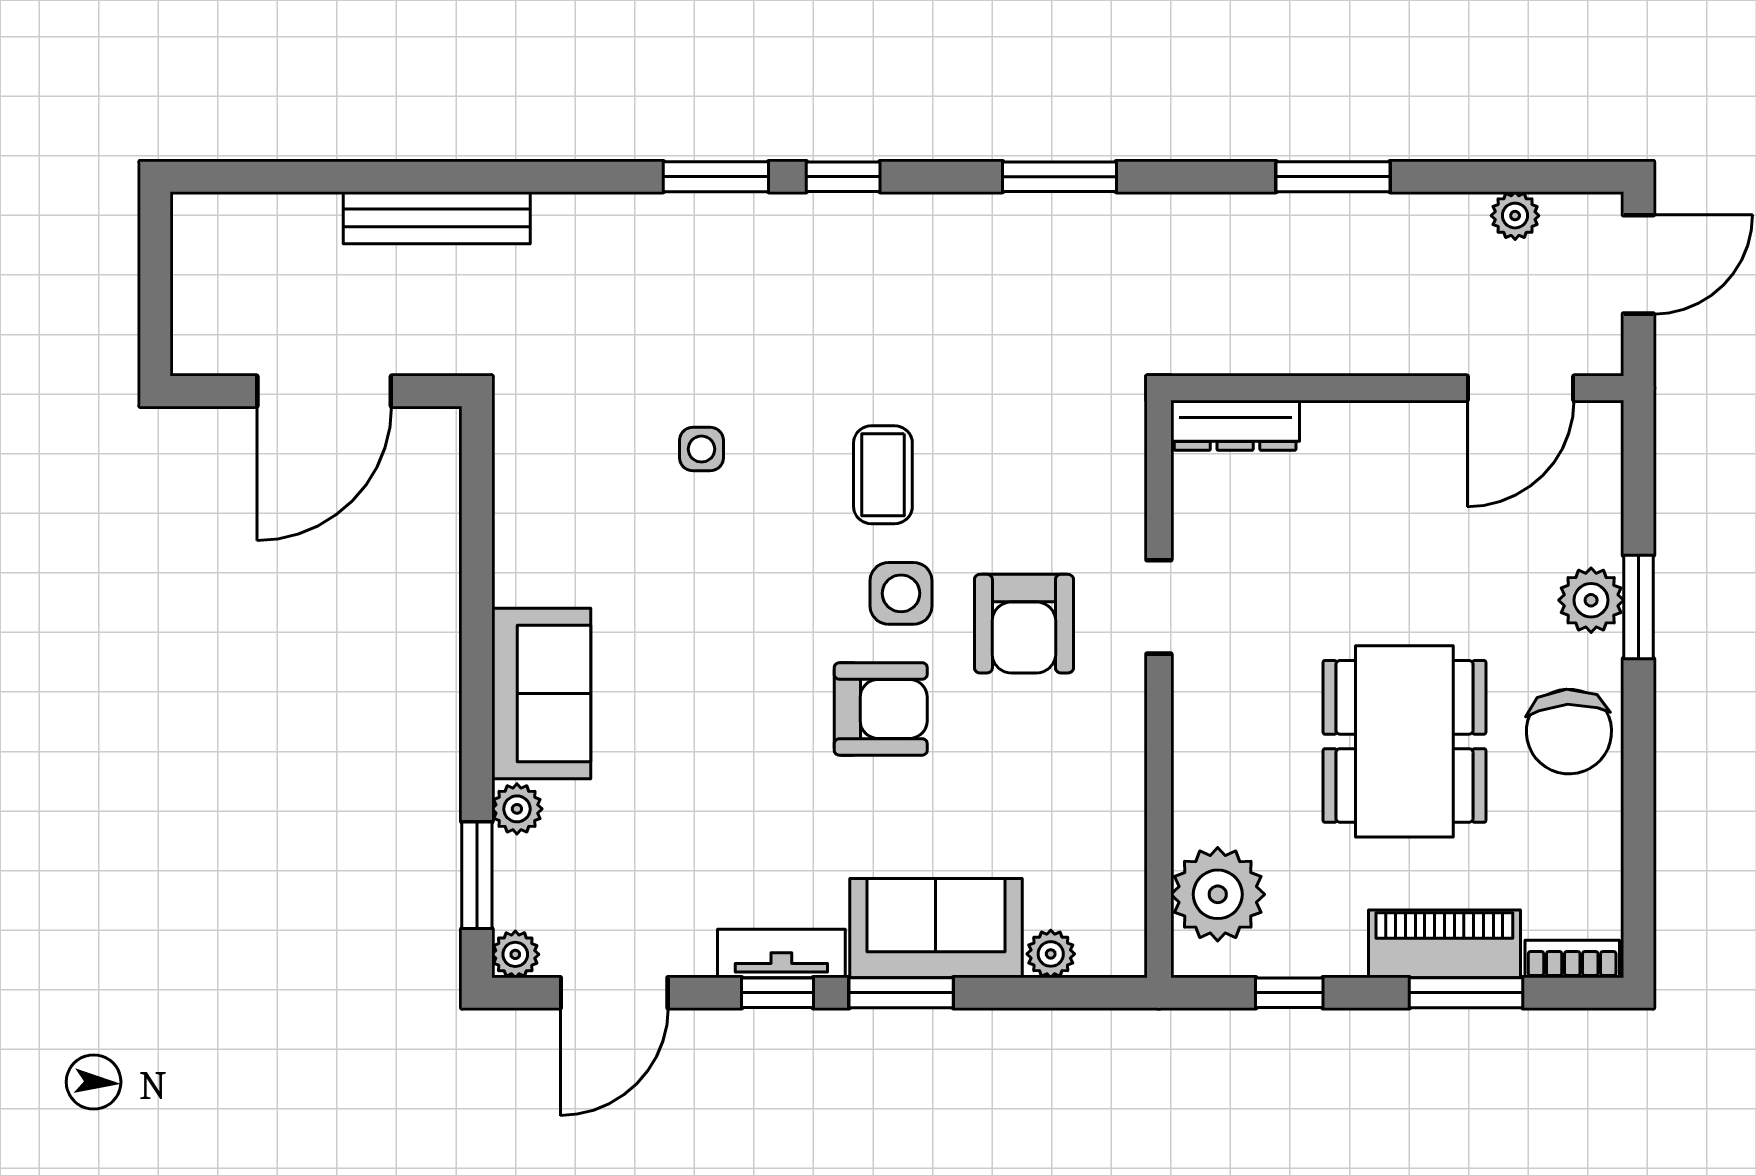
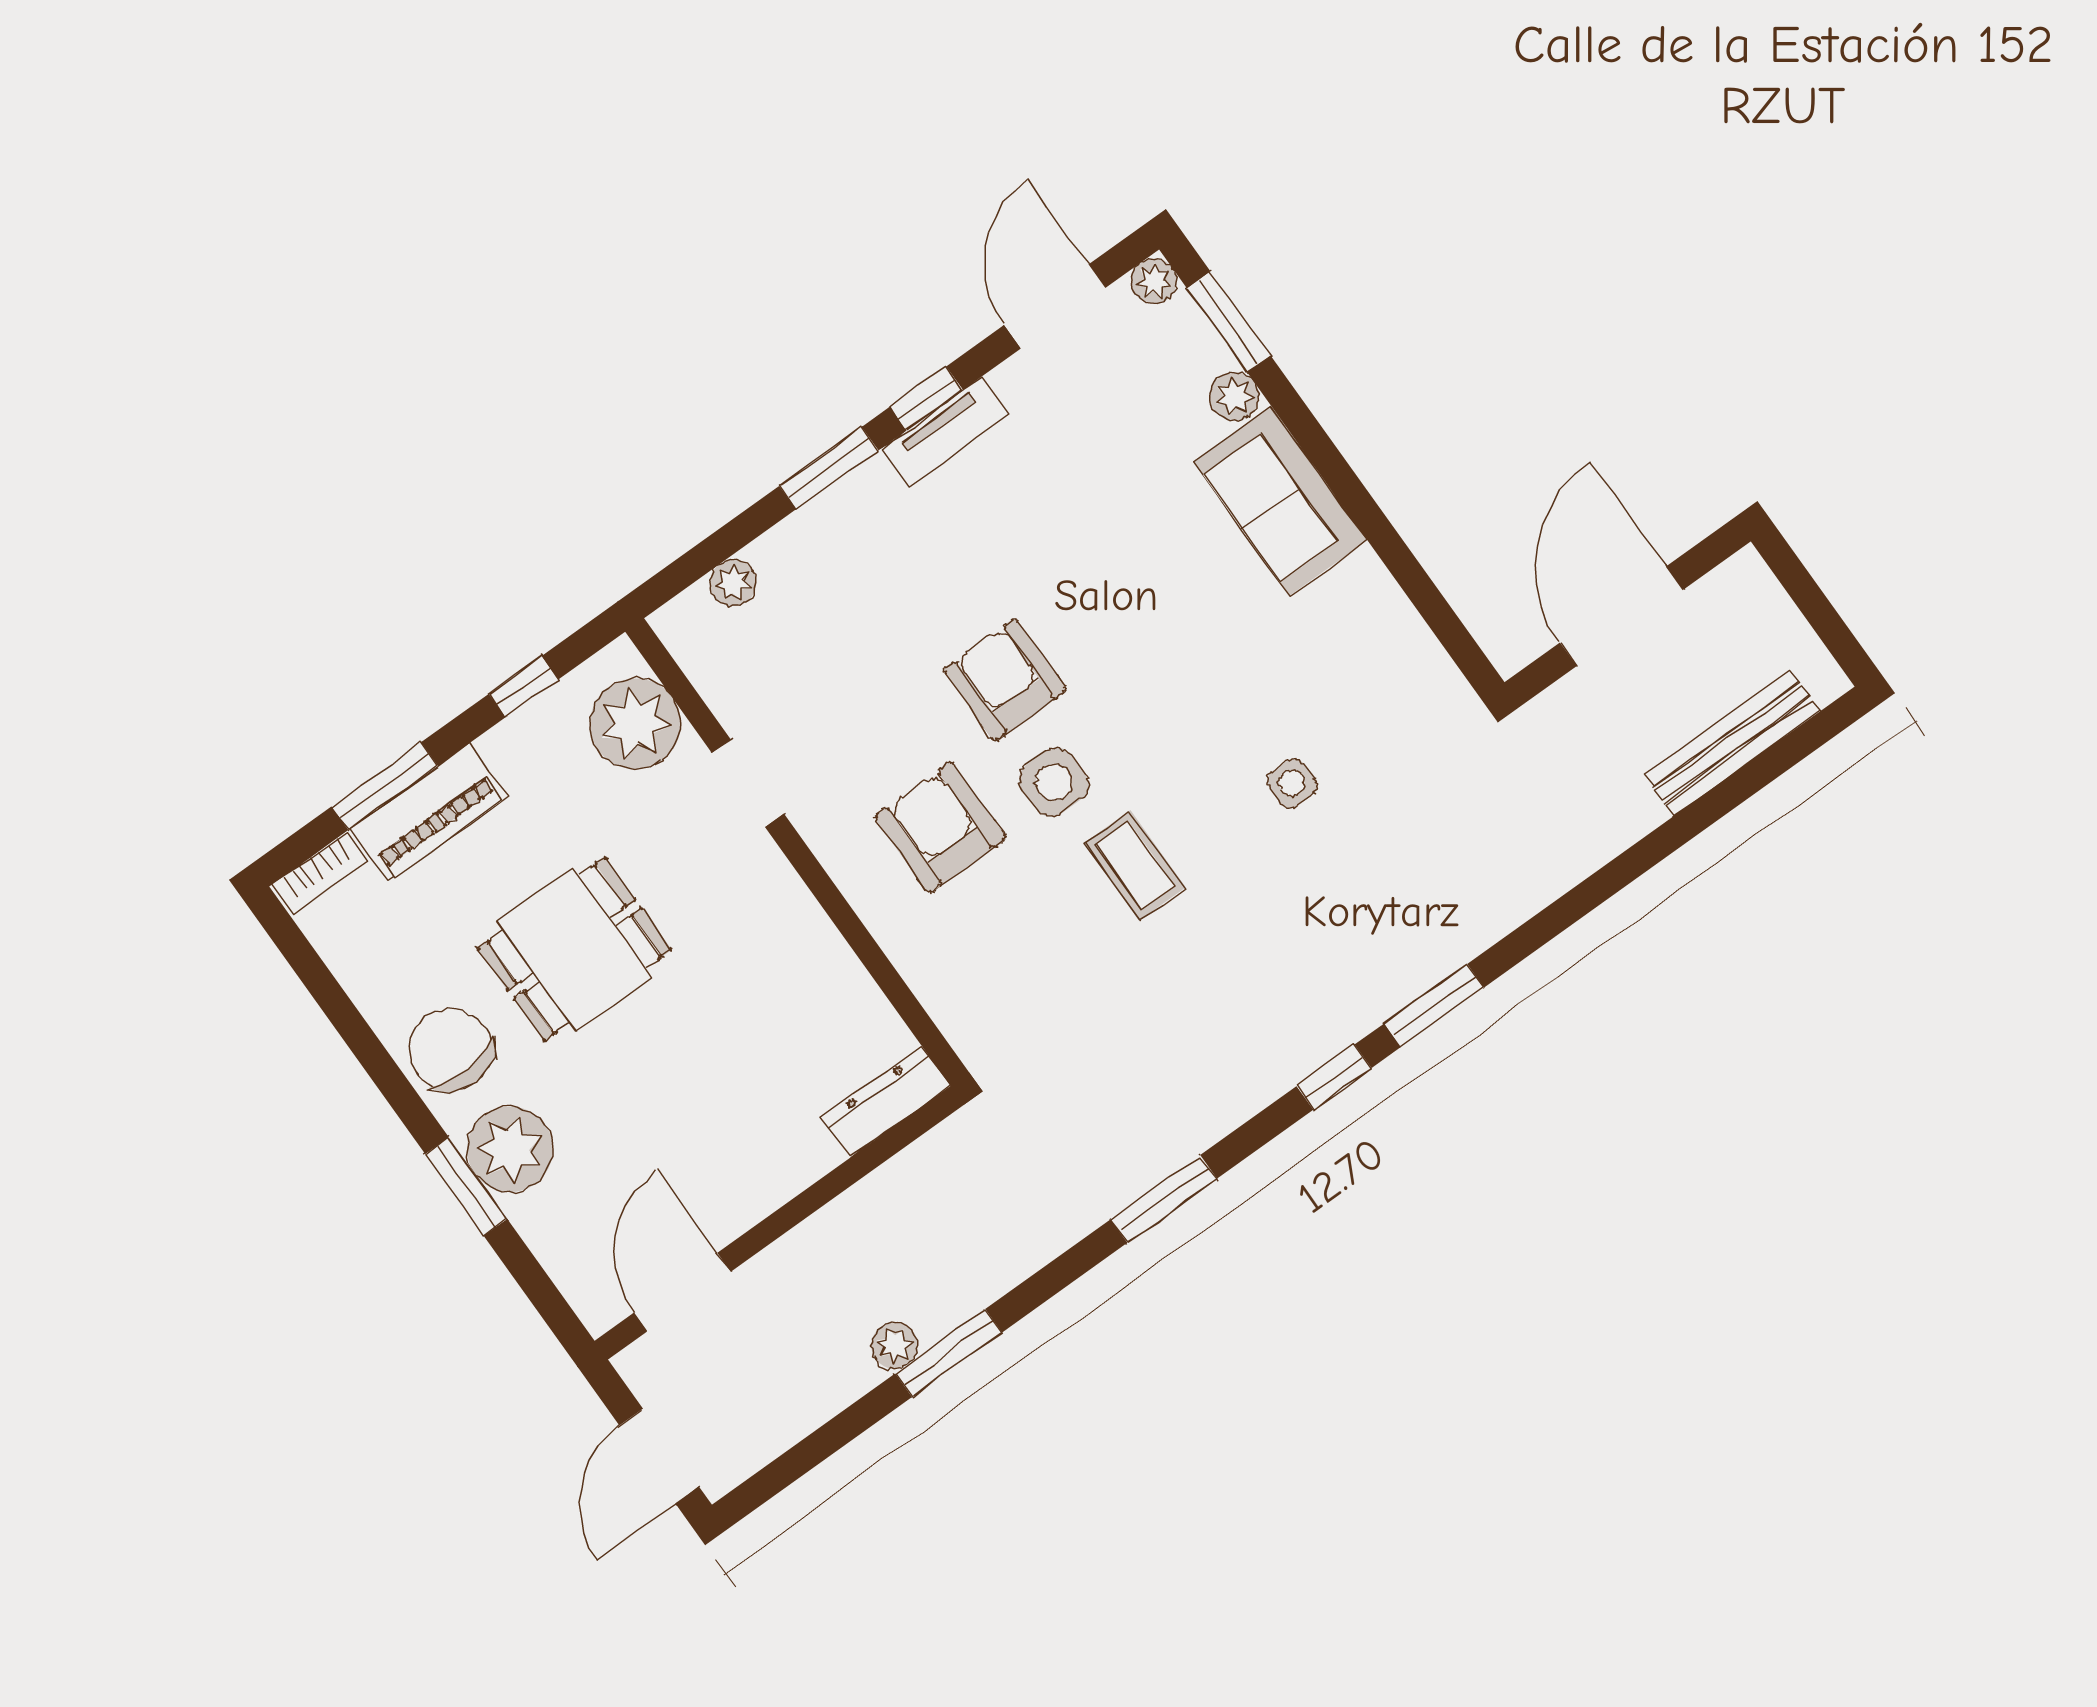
plant: (1515, 216) -> (895, 1346), moved
bench: (437, 218) -> (1732, 743), moved
plant: (1591, 600) -> (510, 1149), width x1.36, depth x1.36
doorway: (1159, 607) -> (748, 783), moved
armchair: (881, 709) -> (1005, 680), turned 90
dining table: (1404, 741) -> (575, 949), width x0.73
sofa: (936, 928) -> (838, 539), removed

